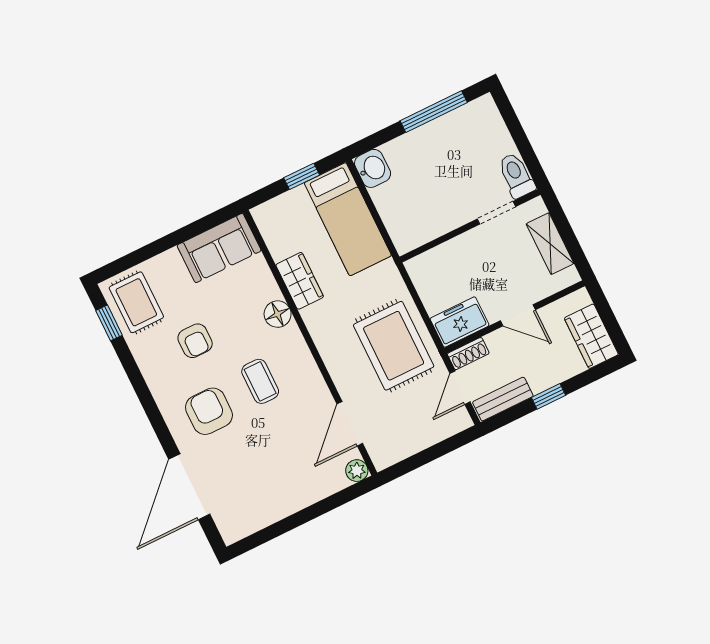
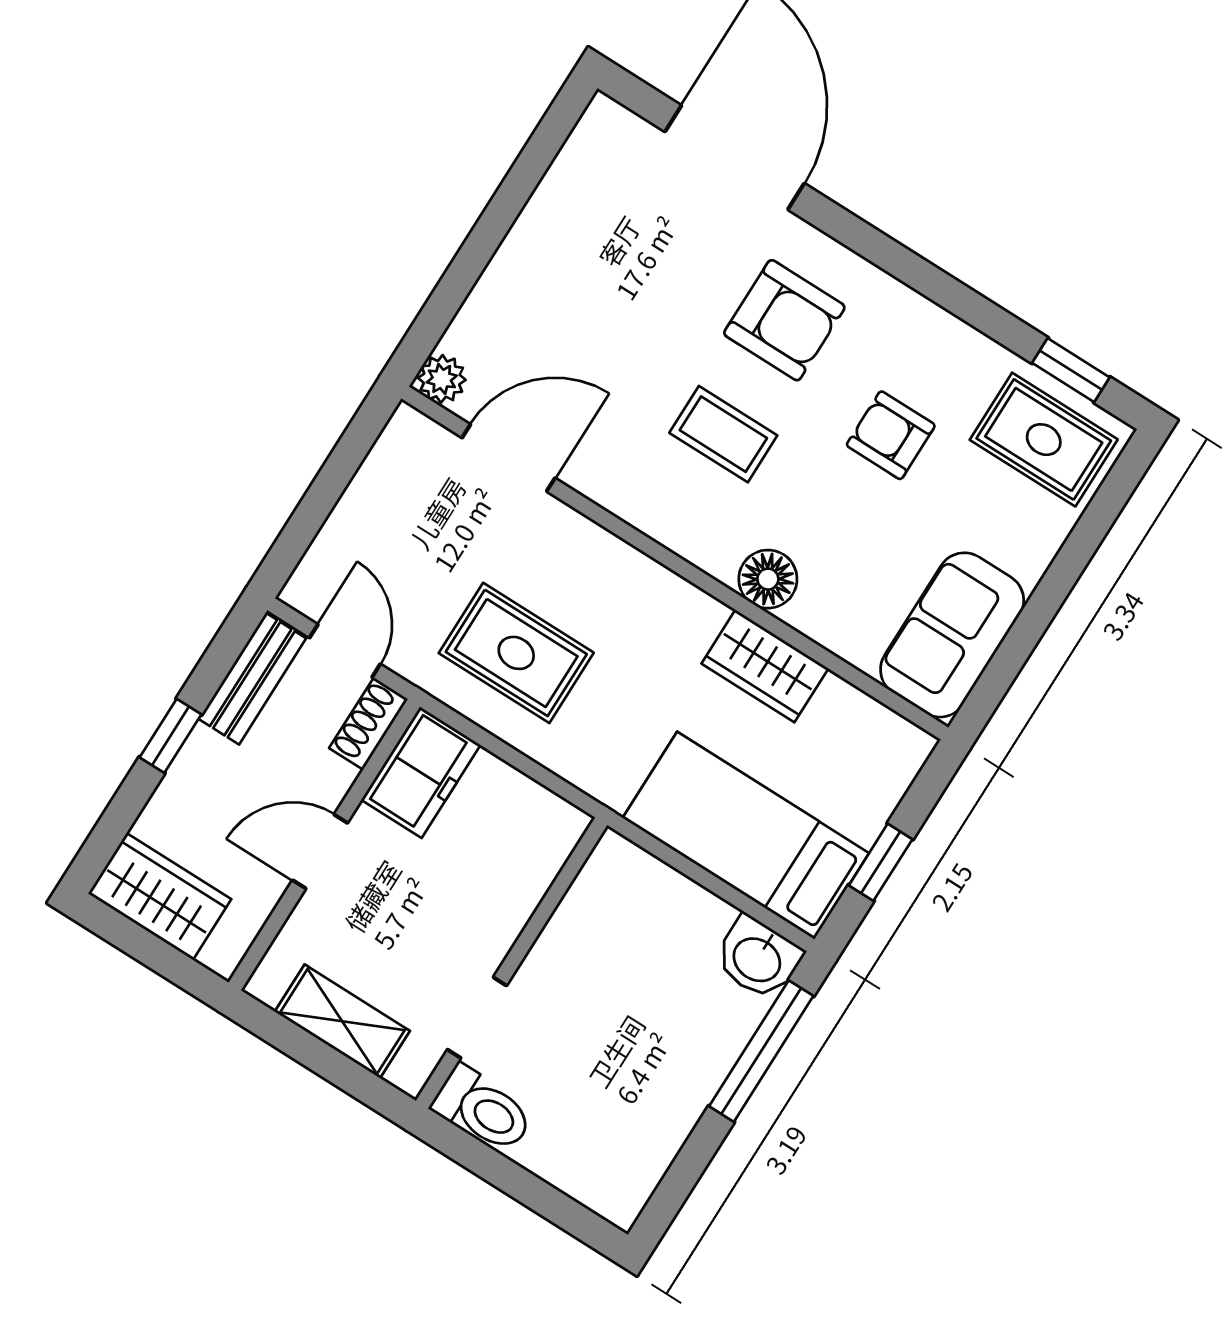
window: (434, 112) -> (761, 1051), moved
rug: (394, 346) -> (516, 653), width x0.73, depth x0.70
door: (350, 424) -> (509, 458), hinge flipped

